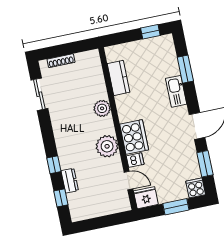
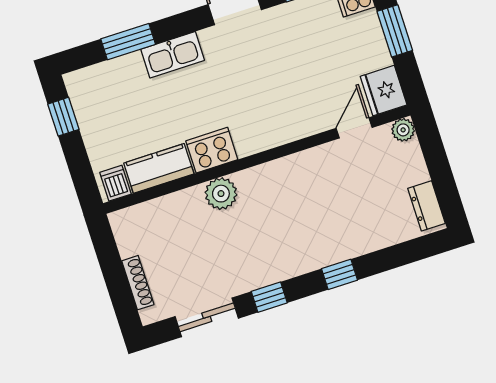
cooker: (134, 137) -> (212, 150), moved, width x0.73, depth x0.76
plant: (107, 146) -> (403, 130), moved, width x0.53, depth x0.53
dishwasher: (135, 160) -> (115, 183), moved
dresser: (70, 181) -> (426, 206), moved, turned -90
window: (61, 198) -> (269, 297), moved

